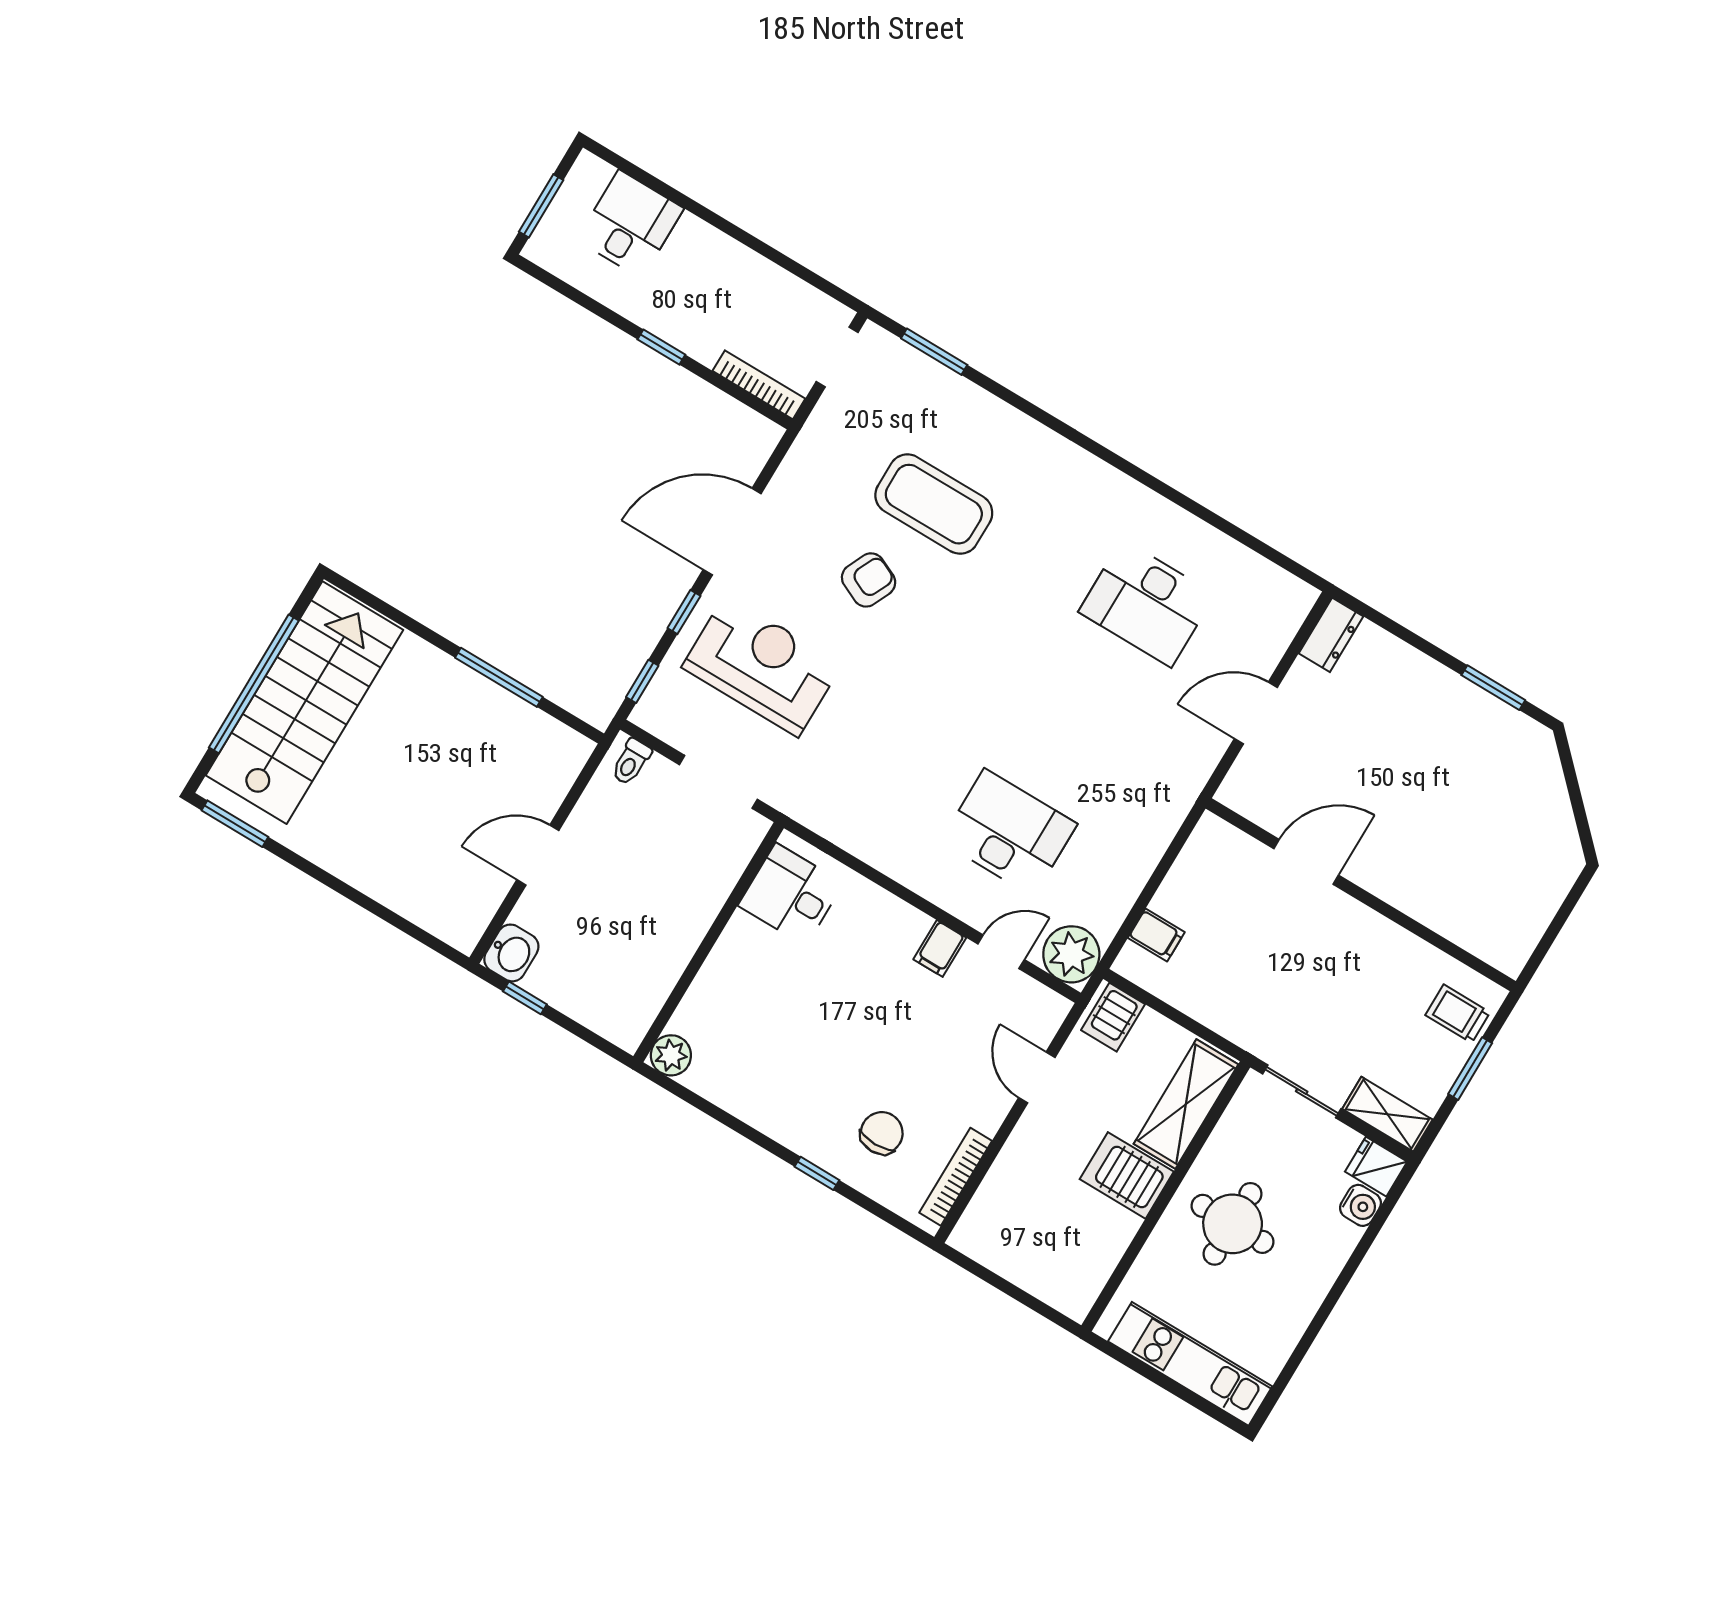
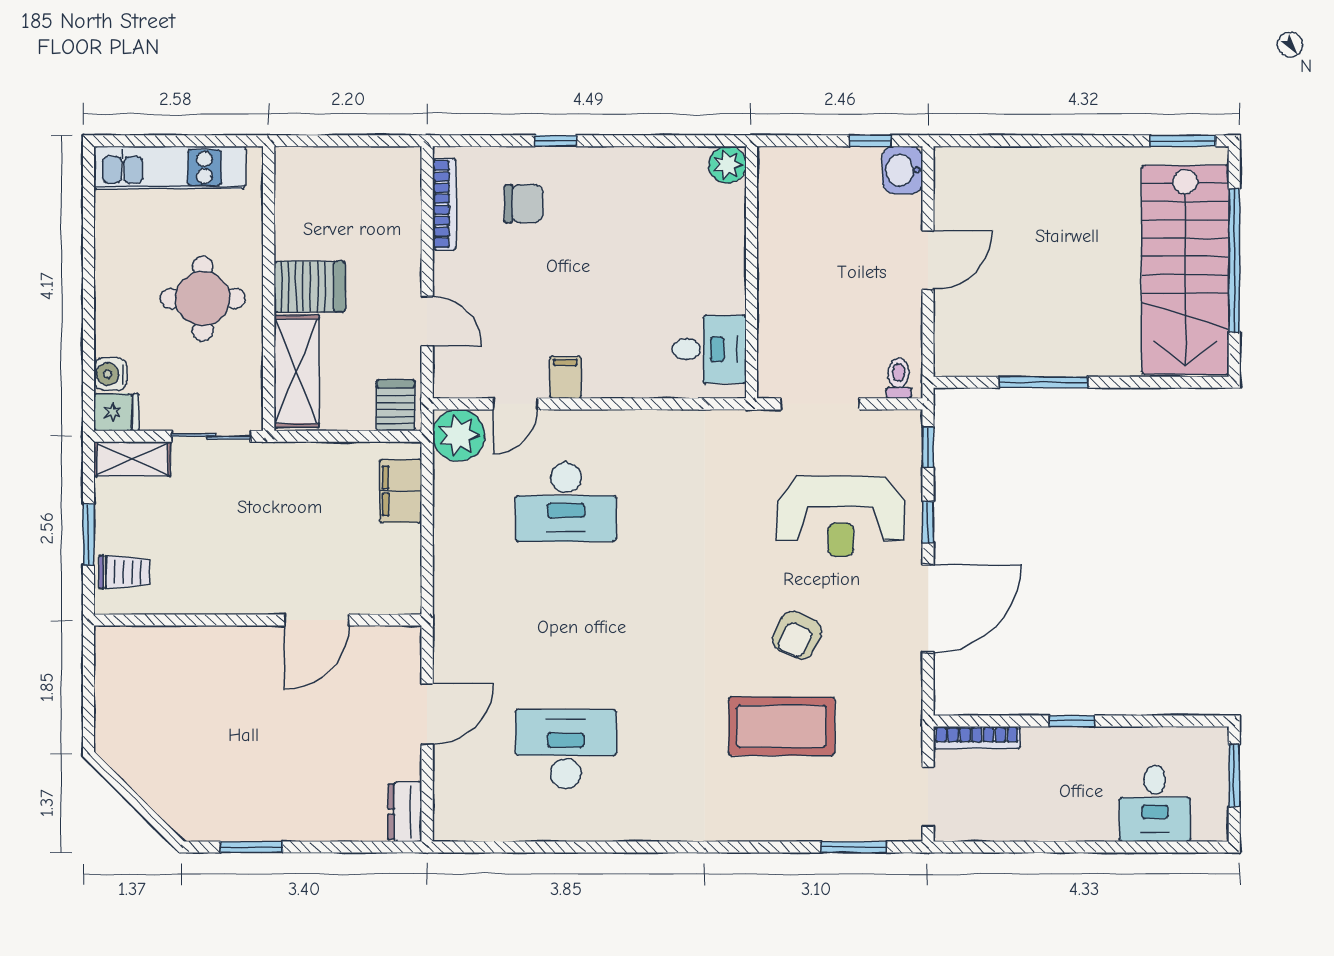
filing cabinet: (1156, 935) -> (401, 491), width x2.00
chair: (882, 1133) -> (524, 204), turned -90

